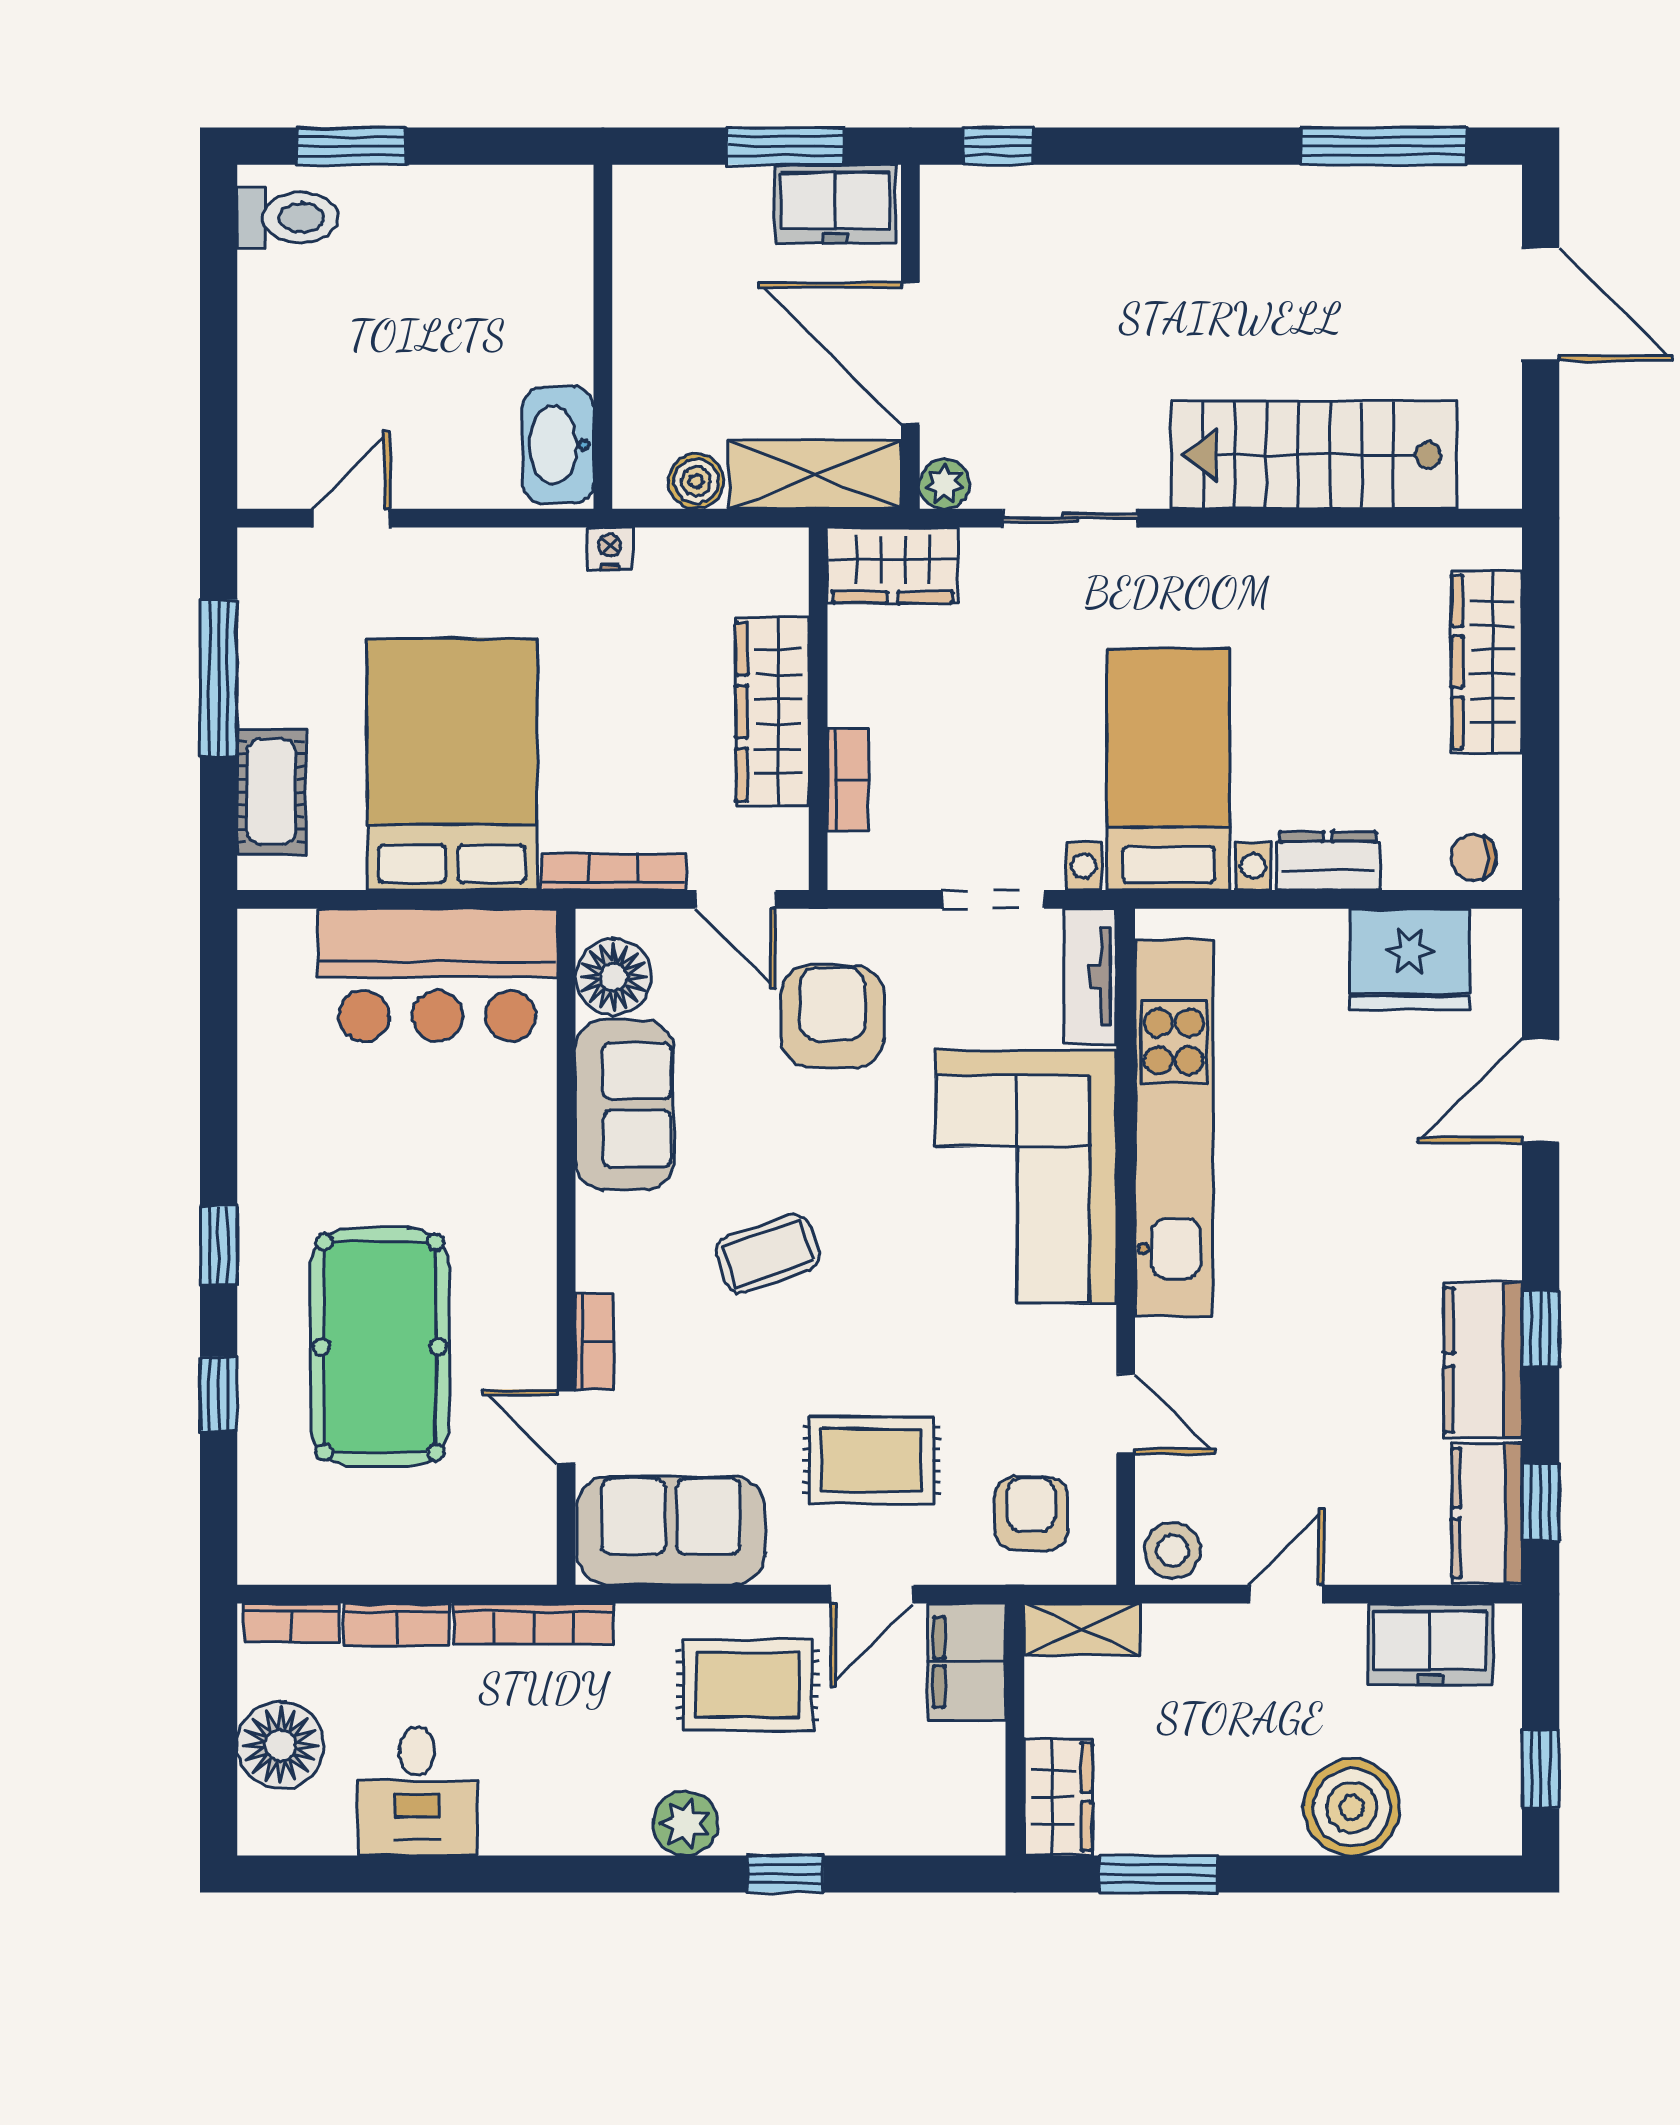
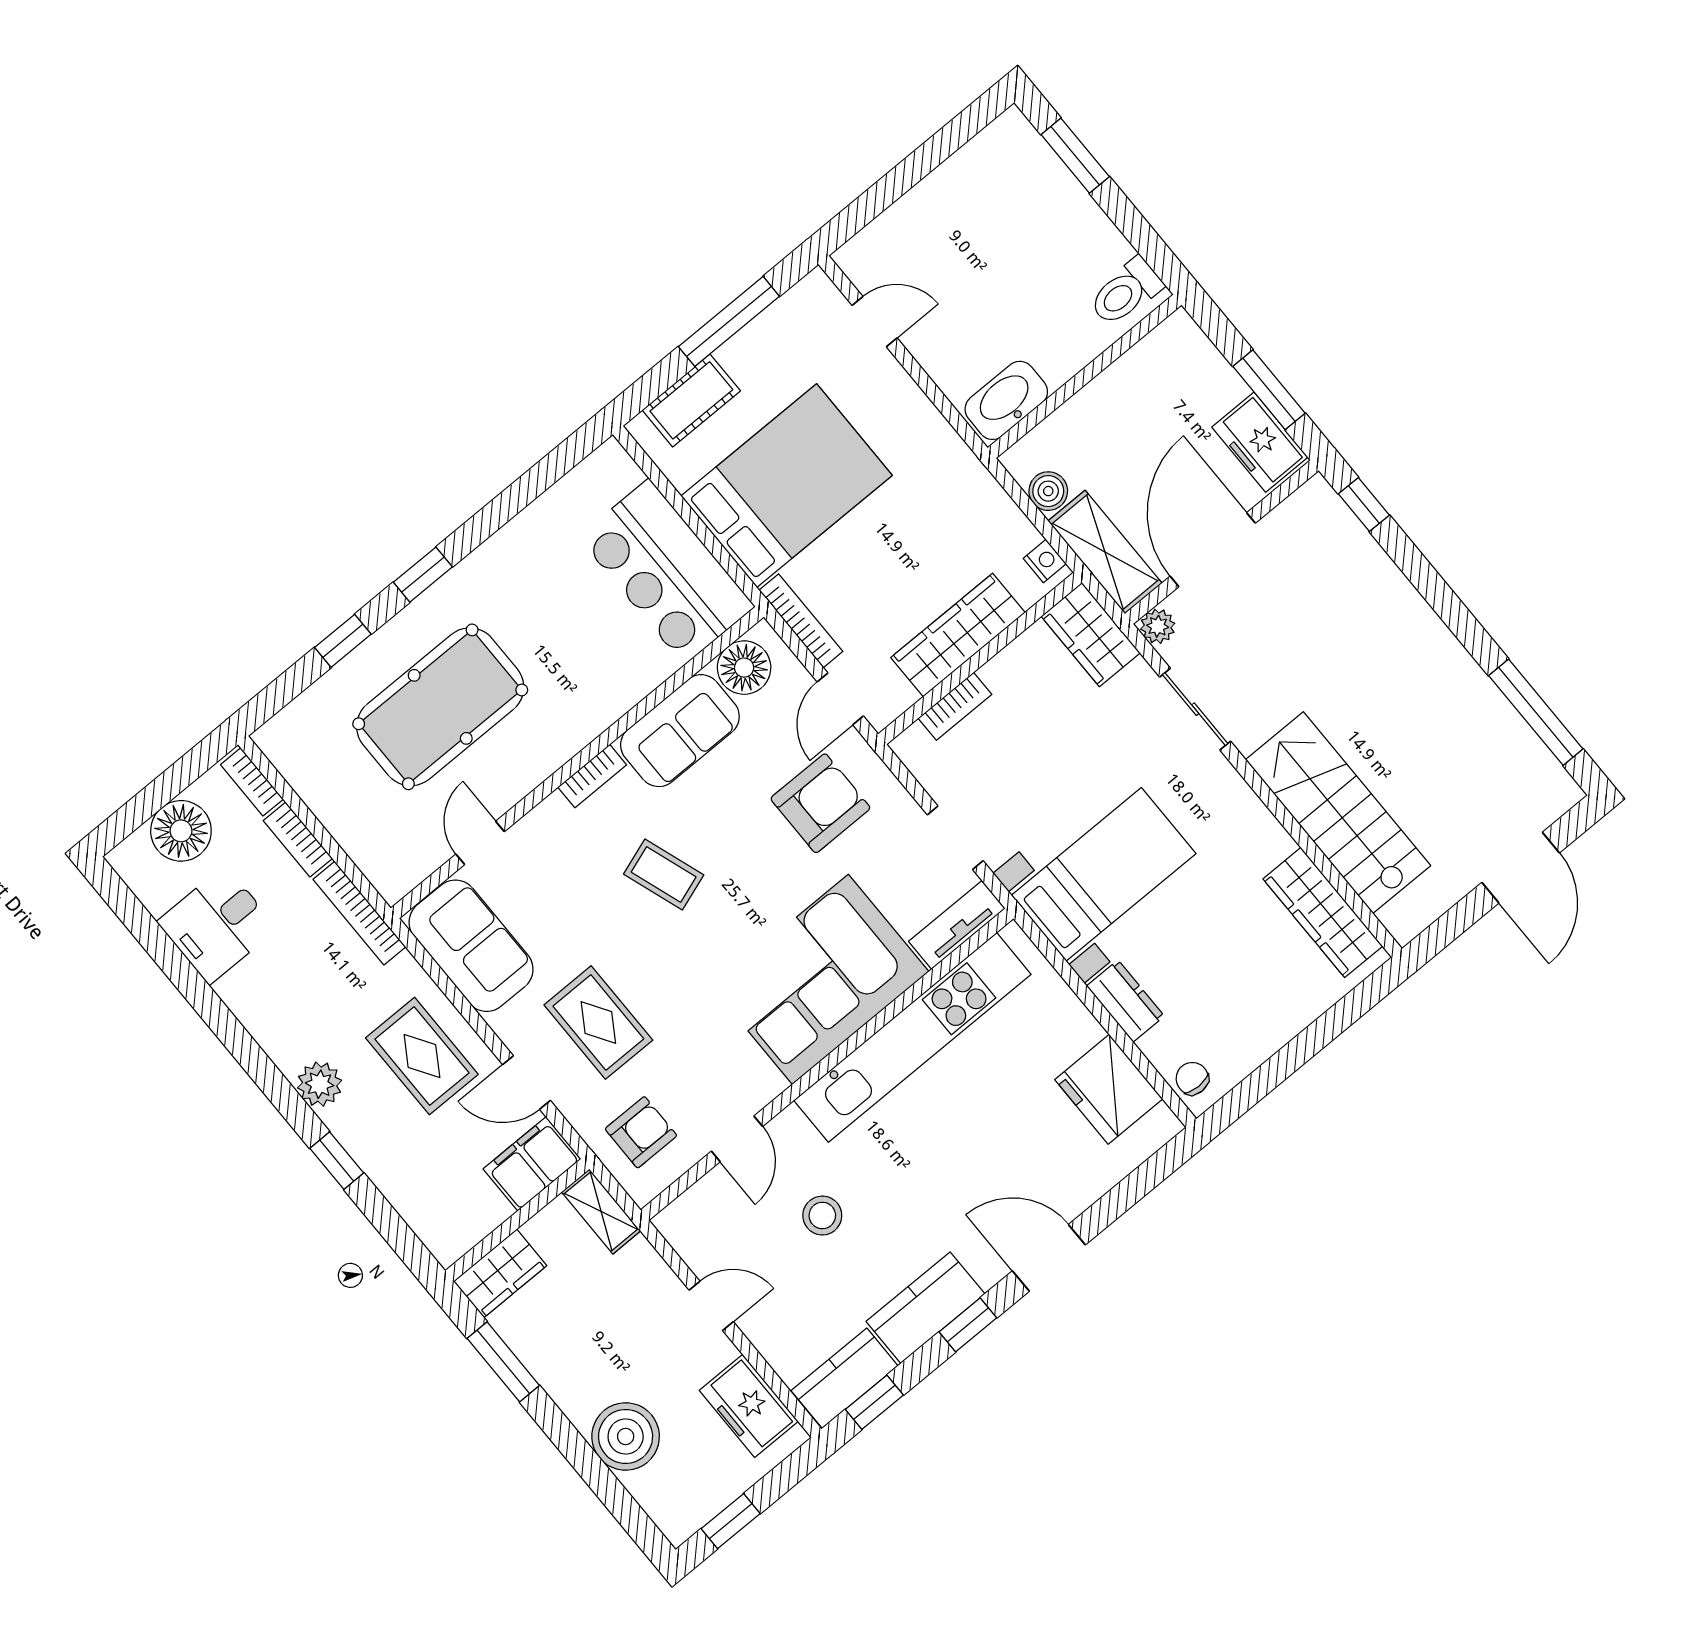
toilet: (287, 218) -> (1126, 292), moved, turned 90
nightstand: (610, 549) -> (1045, 561), moved
wardrobe: (1487, 662) -> (1323, 912), moved, turned -90
door: (1541, 1090) -> (1049, 1258), moved
bookcase: (594, 1341) -> (592, 776), moved
stool: (1172, 1551) -> (822, 1216), moved

